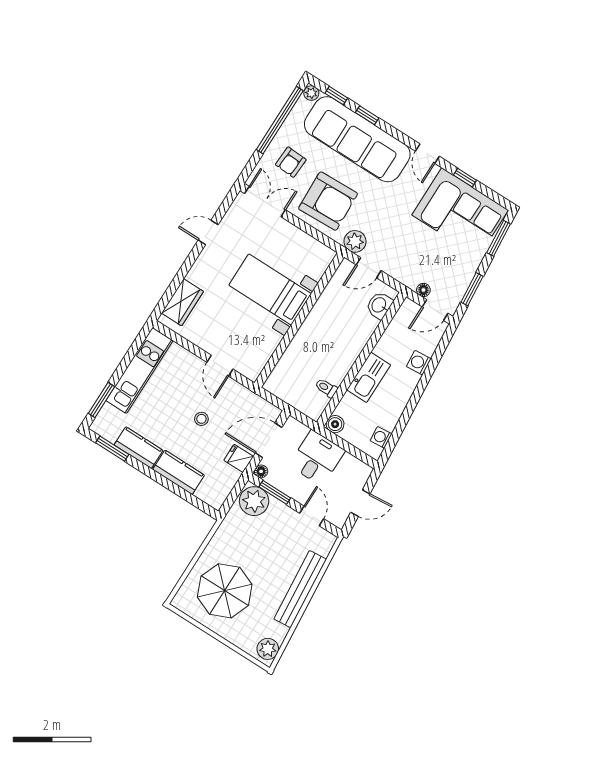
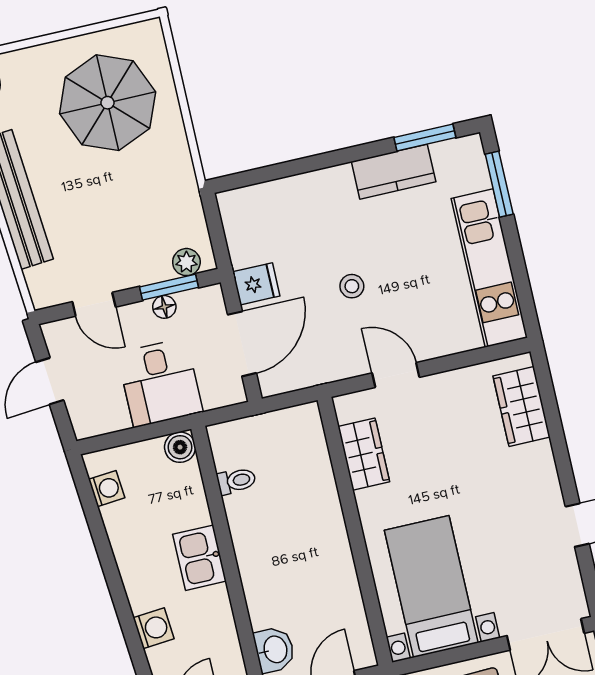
bed with nightstands: (270, 289) -> (431, 587), moved, turned -90
wardrobe: (265, 347) -> (364, 454), added
kitchen sink: (369, 377) -> (200, 558), width x0.73
floor lamp: (261, 471) -> (164, 307), moved
kitchen counter: (179, 472) -> (313, 191), removed
plant: (254, 501) -> (186, 262), width x0.53, depth x0.53

